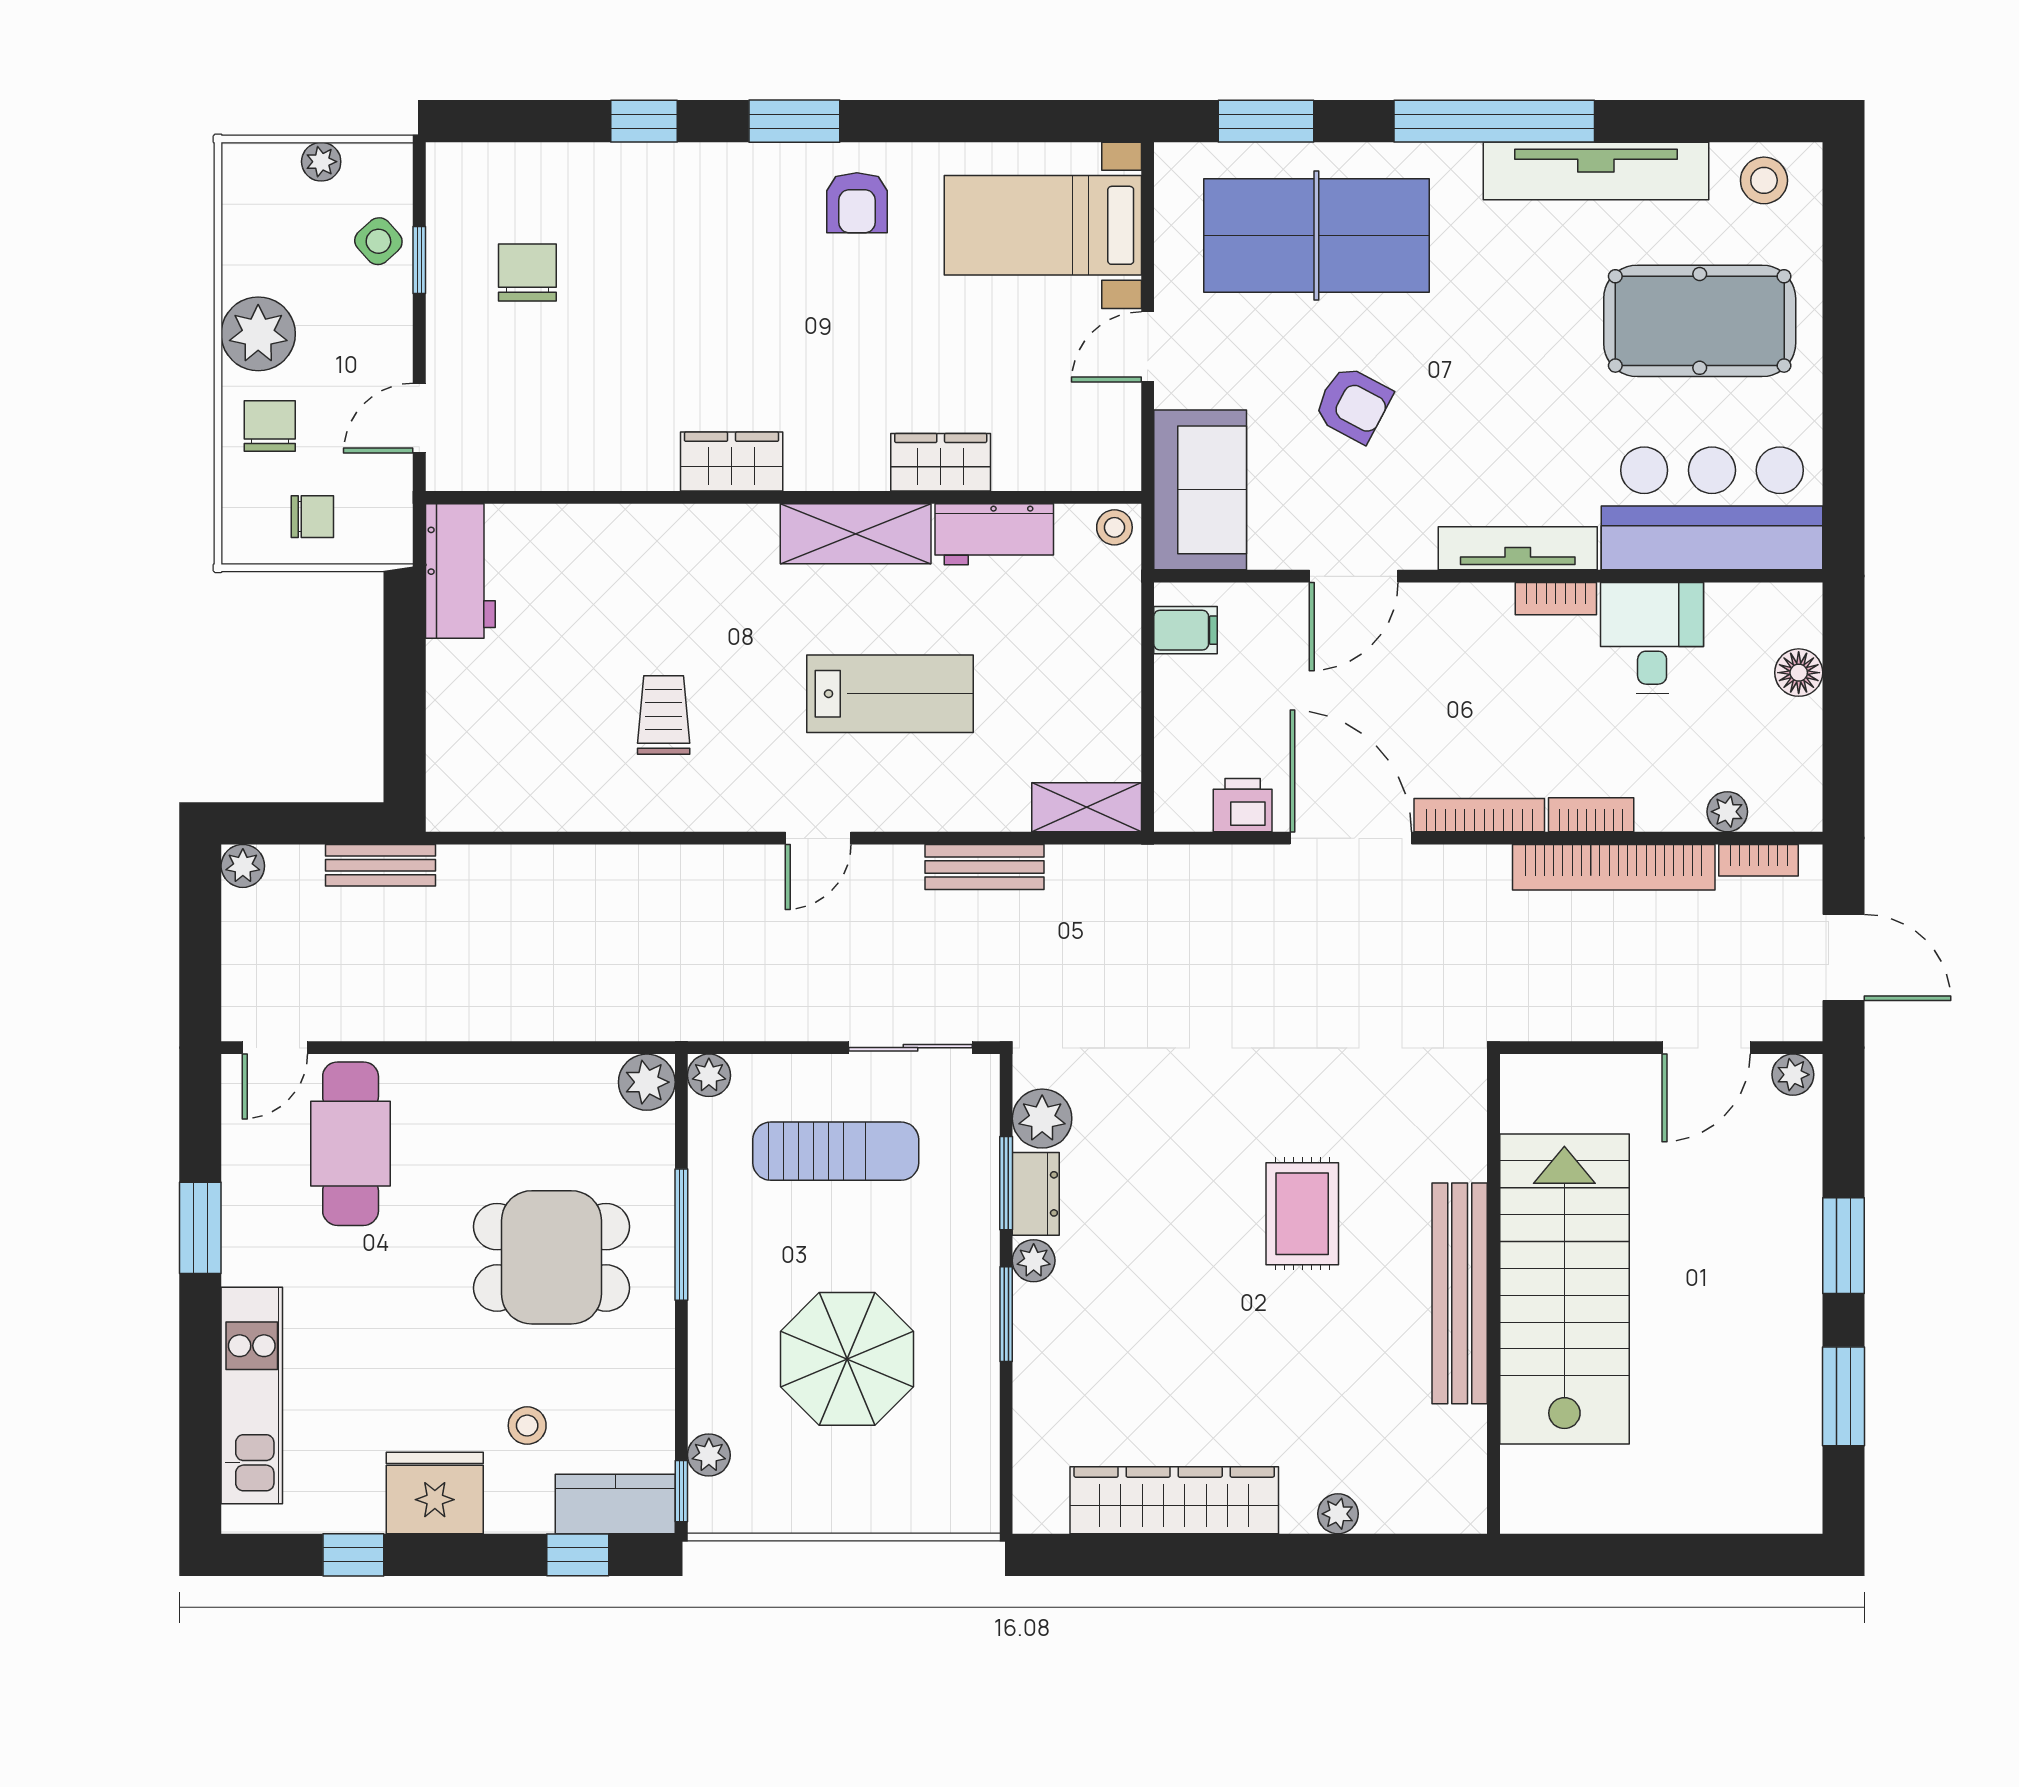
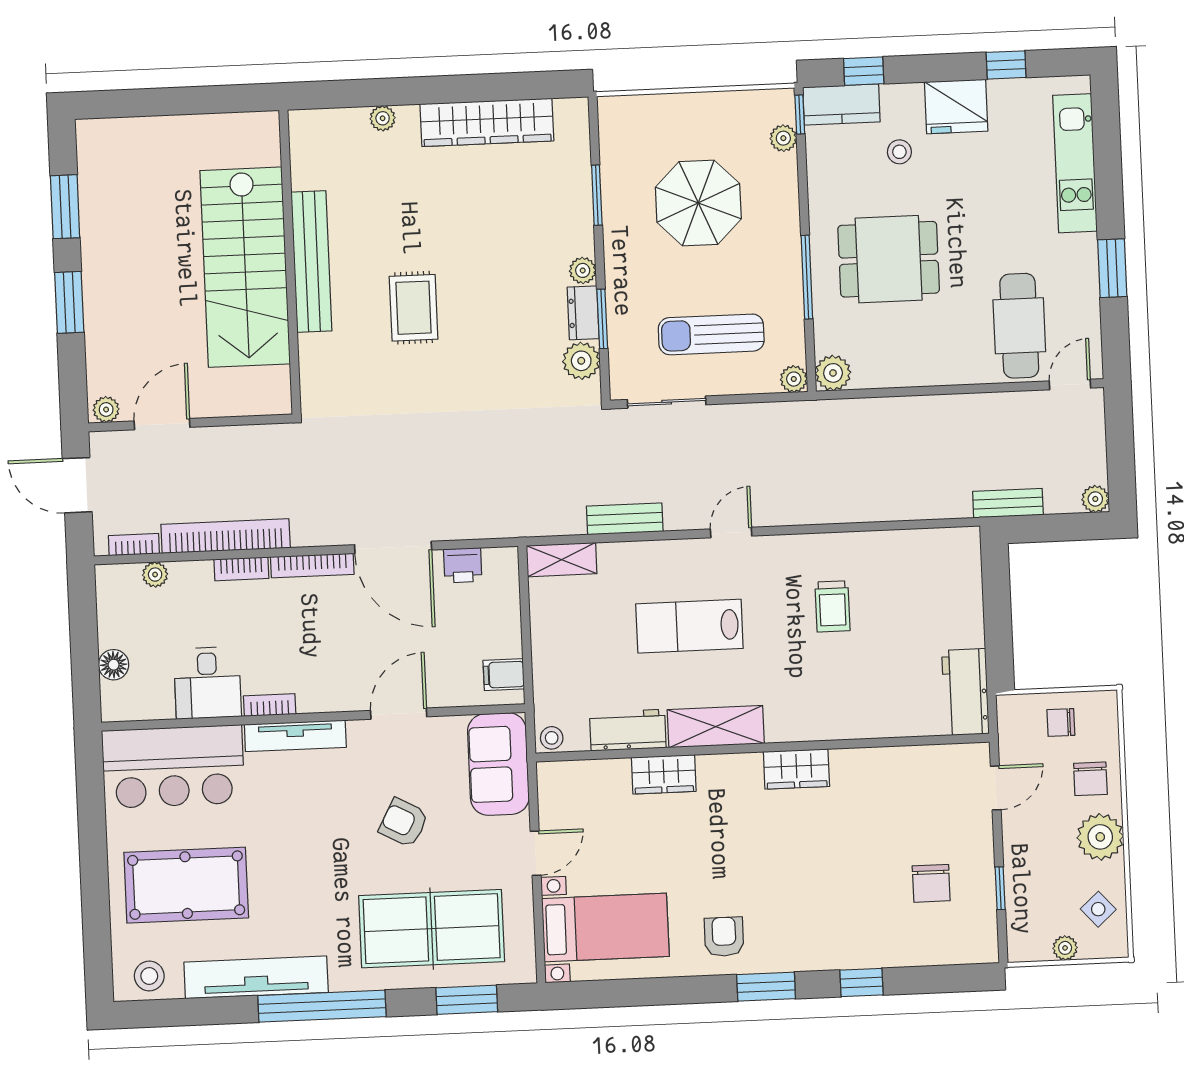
side table: (378, 241) -> (1098, 909), moved
window: (1006, 1314) -> (597, 195), moved

